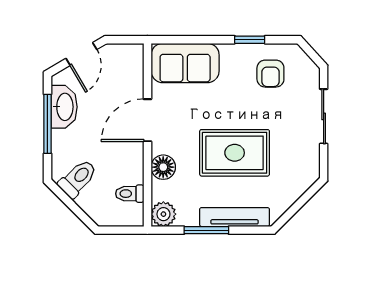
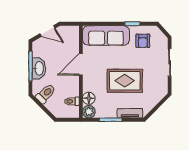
door: (81, 54) -> (48, 31), hinge flipped
sofa: (185, 63) -> (106, 35), width x1.36
washbasin: (64, 107) -> (39, 68), moved
floor lamp: (163, 167) -> (89, 98), moved
tv unit: (235, 217) -> (130, 113), width x0.71

